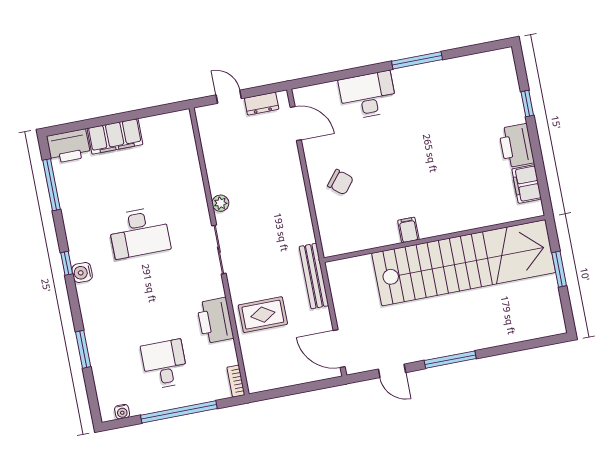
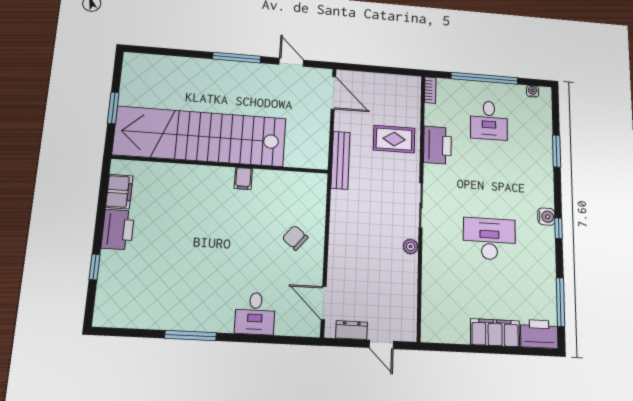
desk: (368, 95) -> (255, 313), width x0.73

